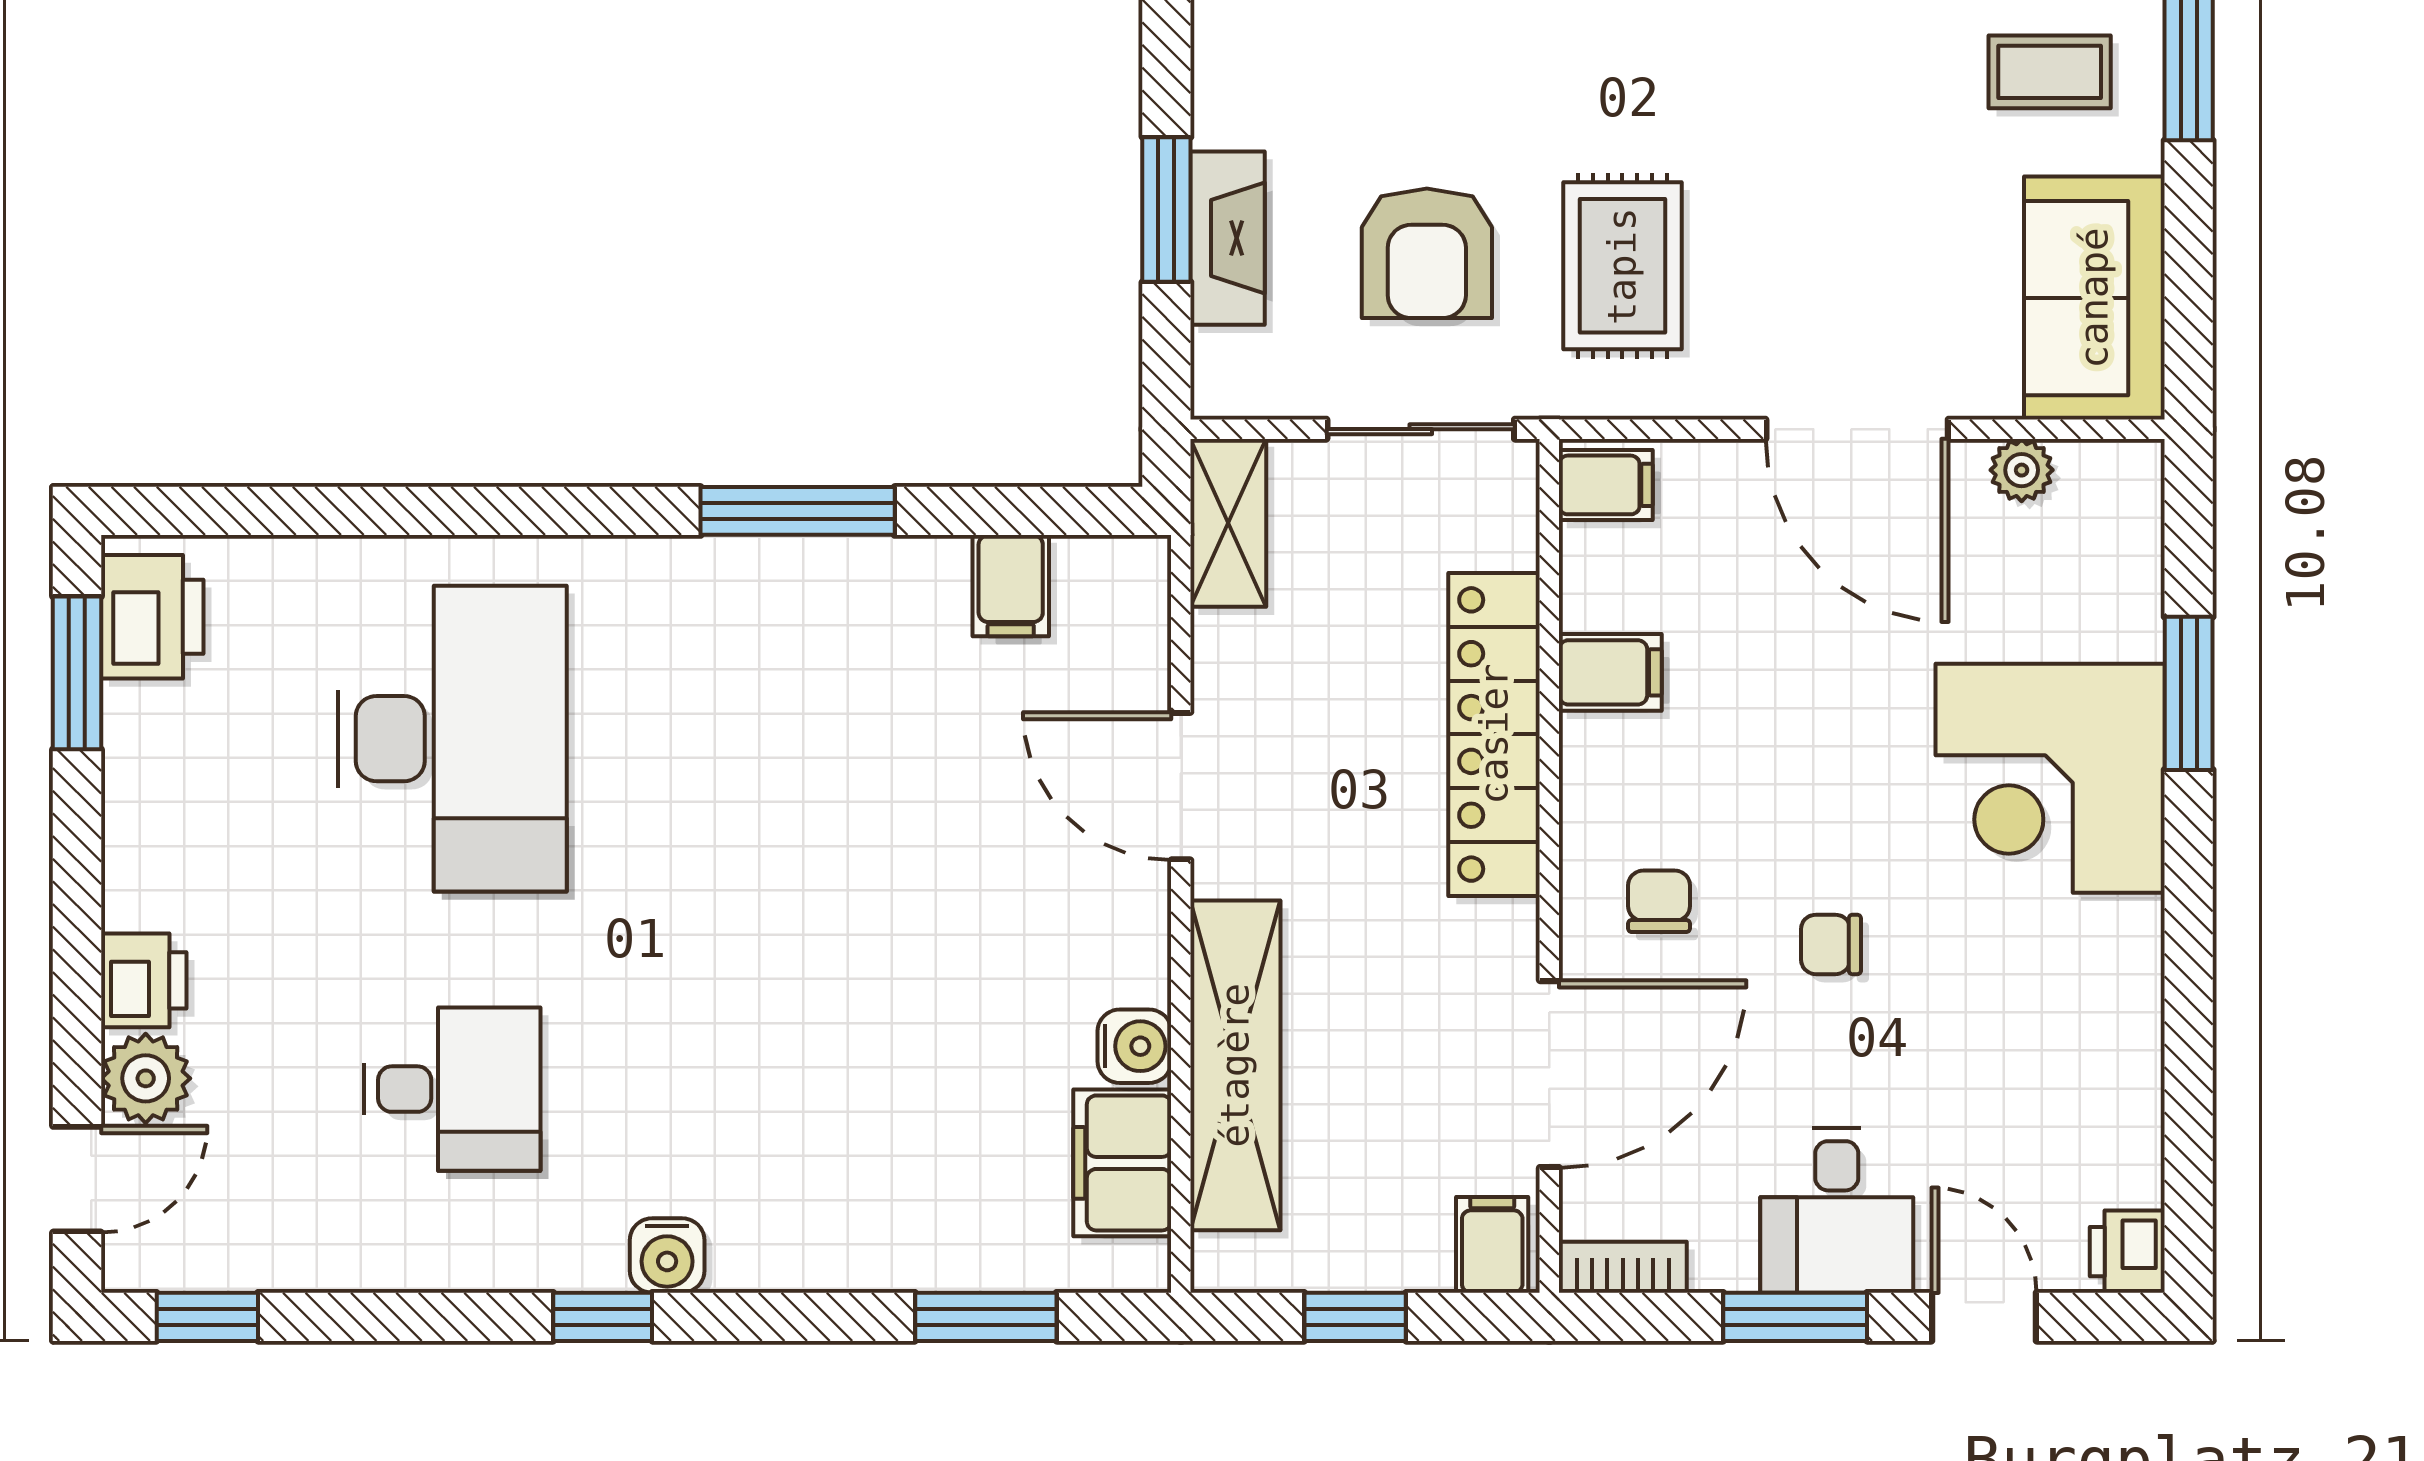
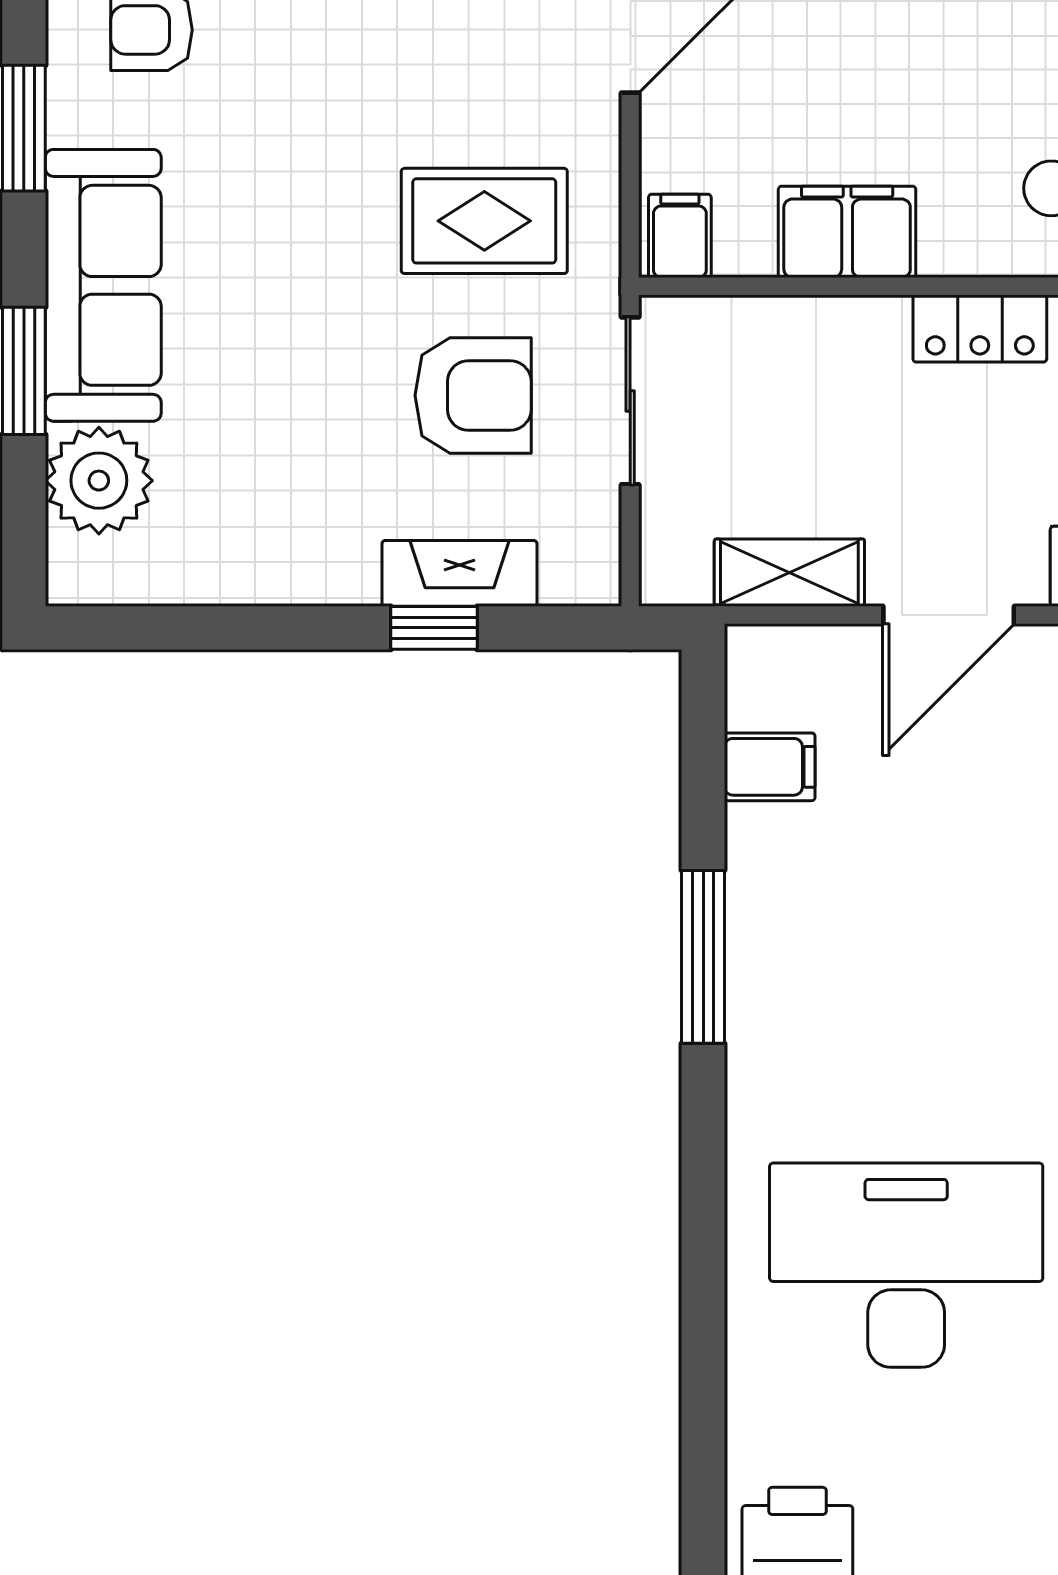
window: (1166, 210) -> (434, 628), width x0.67
shelving: (1228, 523) -> (789, 573), moved
filing cabinet: (1610, 672) -> (847, 232), width x2.00
locker: (1494, 734) -> (980, 328), width x0.46, depth x0.83

